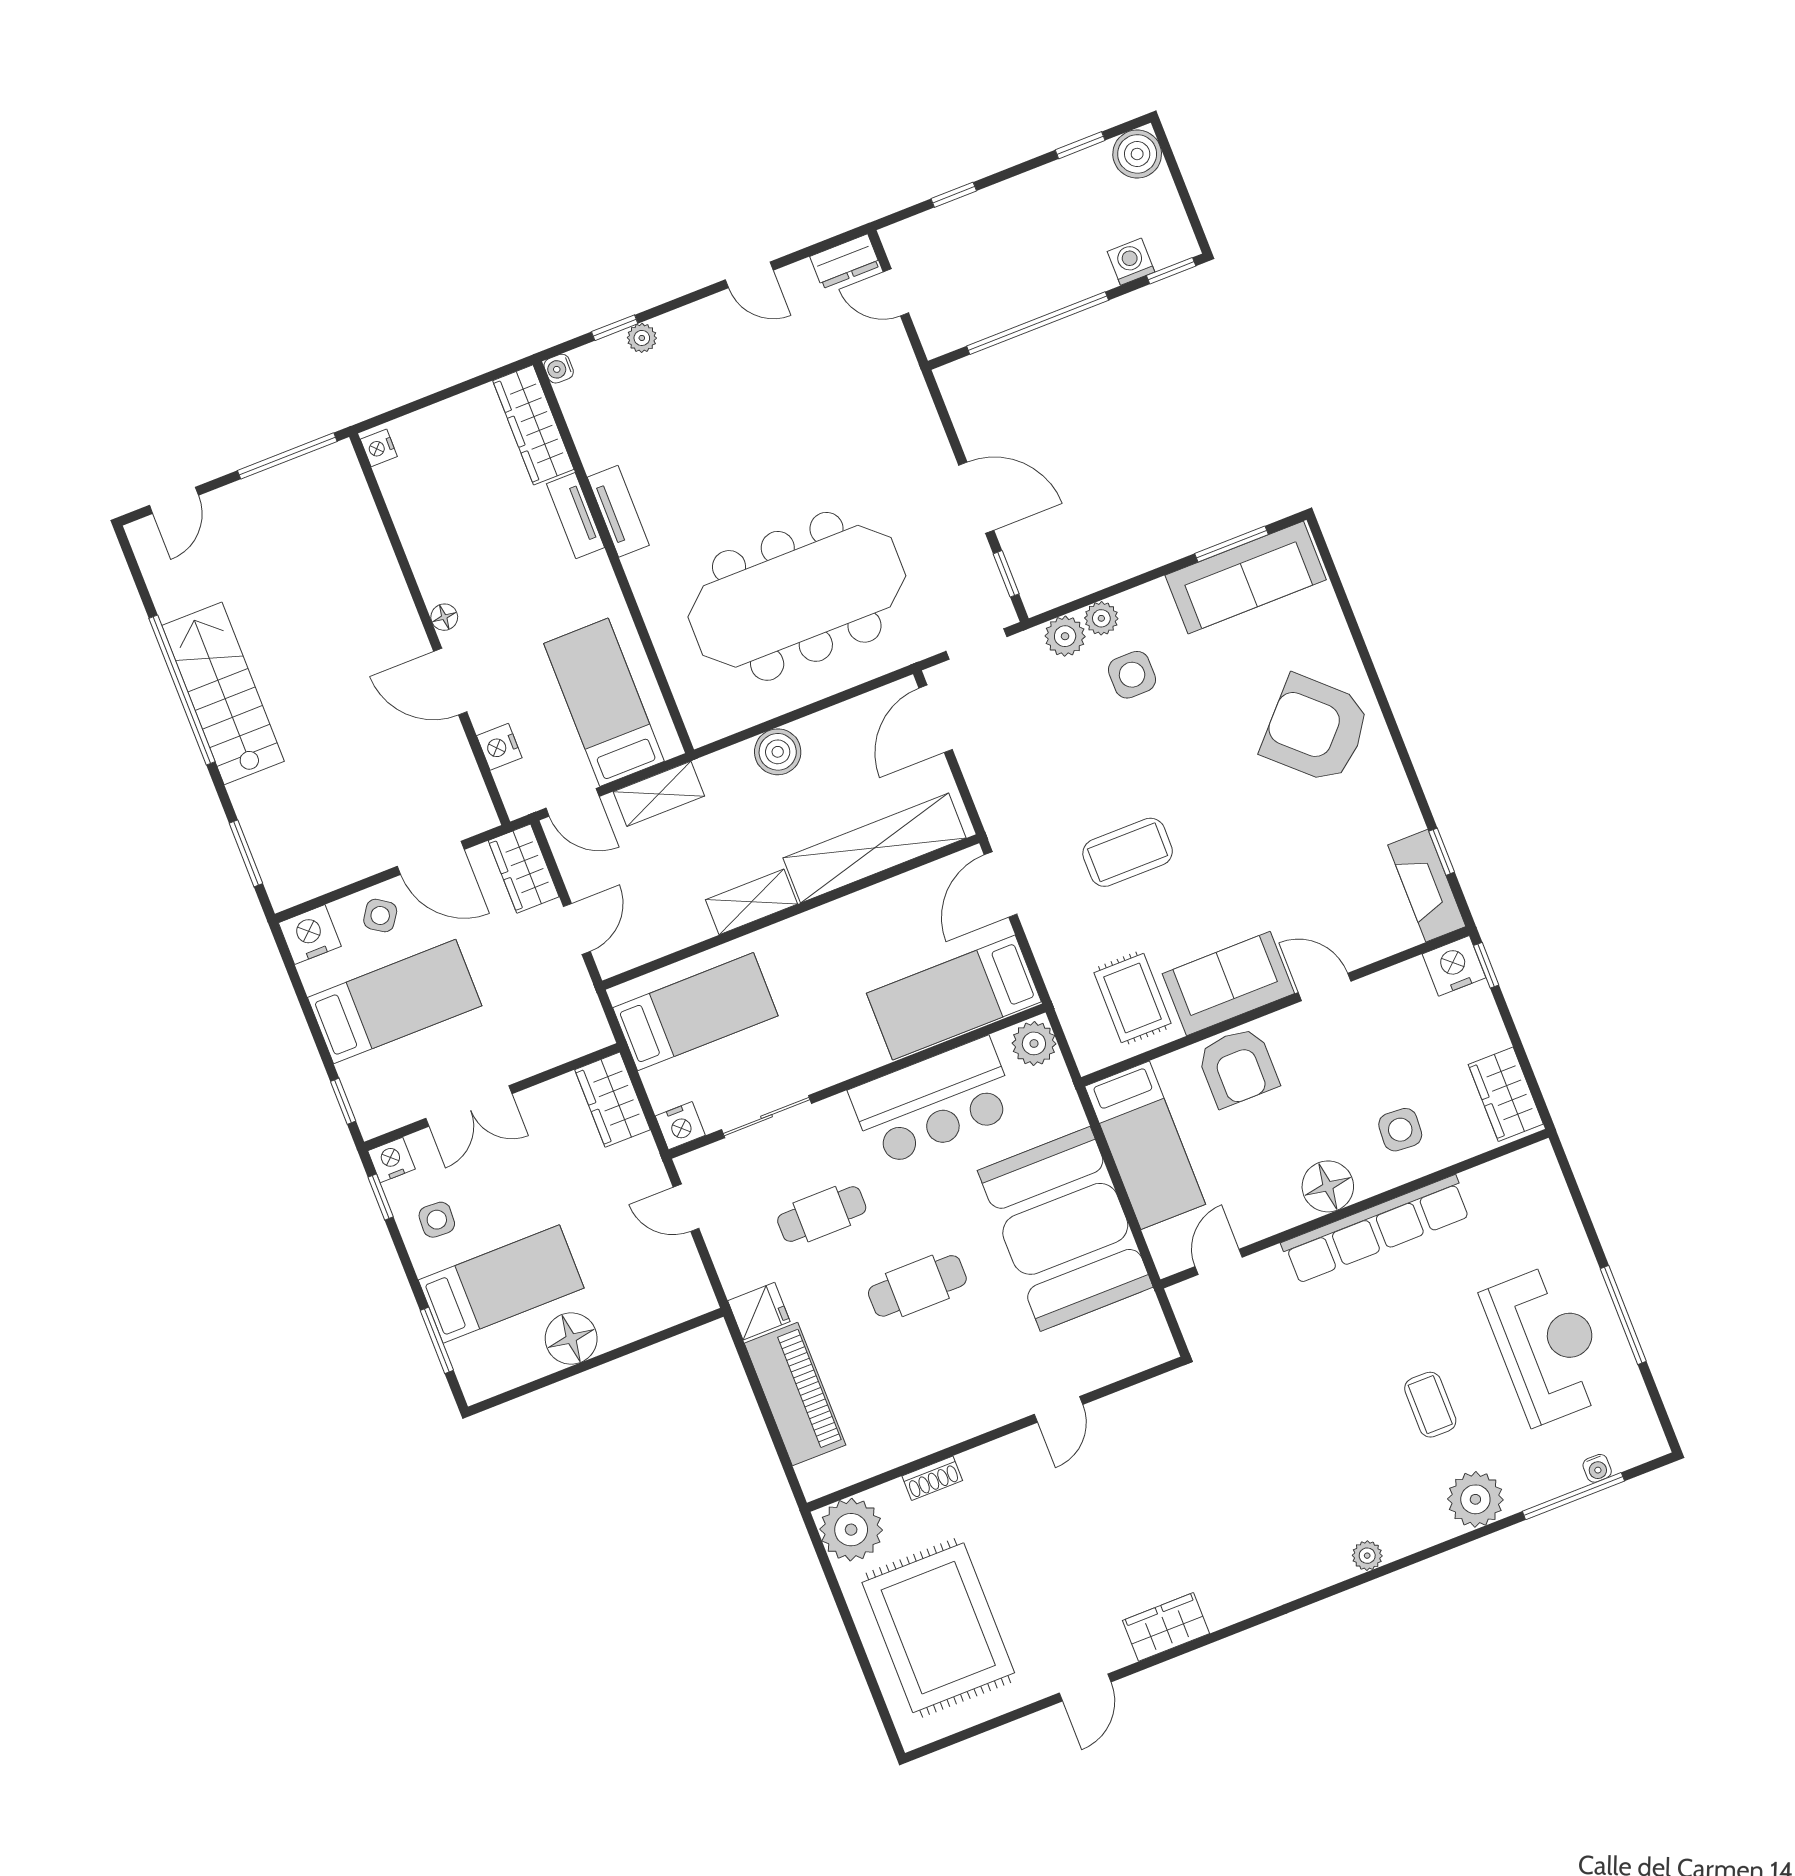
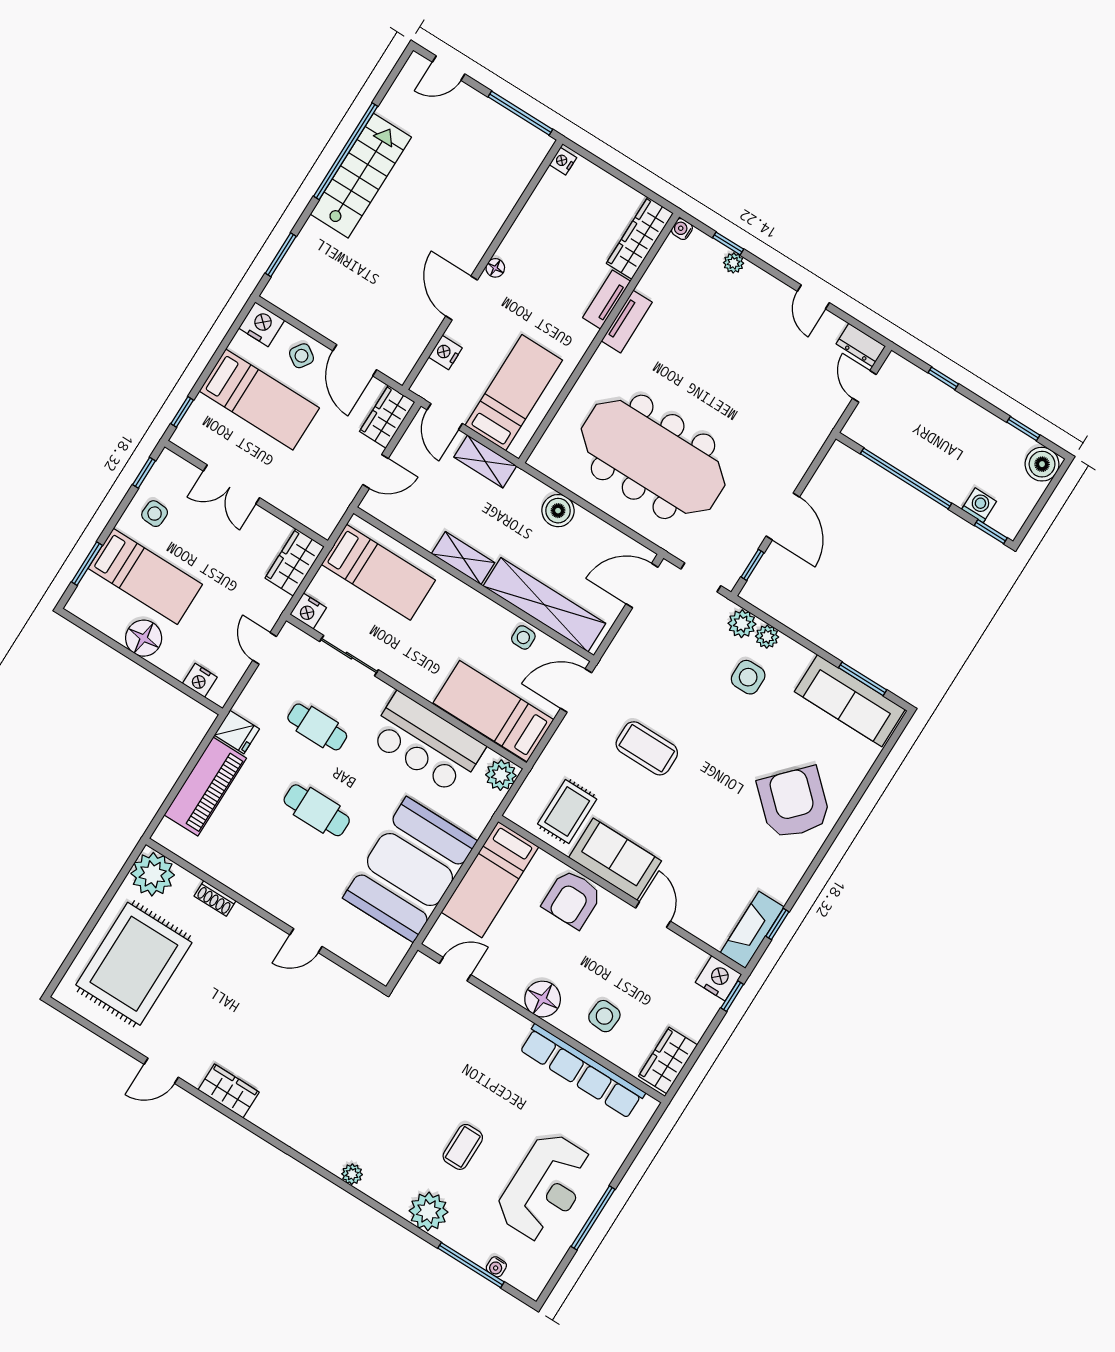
side table: (894, 900) -> (523, 637), added
nightstand: (391, 1160) -> (200, 680), moved, turned 180
row of seats: (1376, 1229) -> (582, 1071), moved

